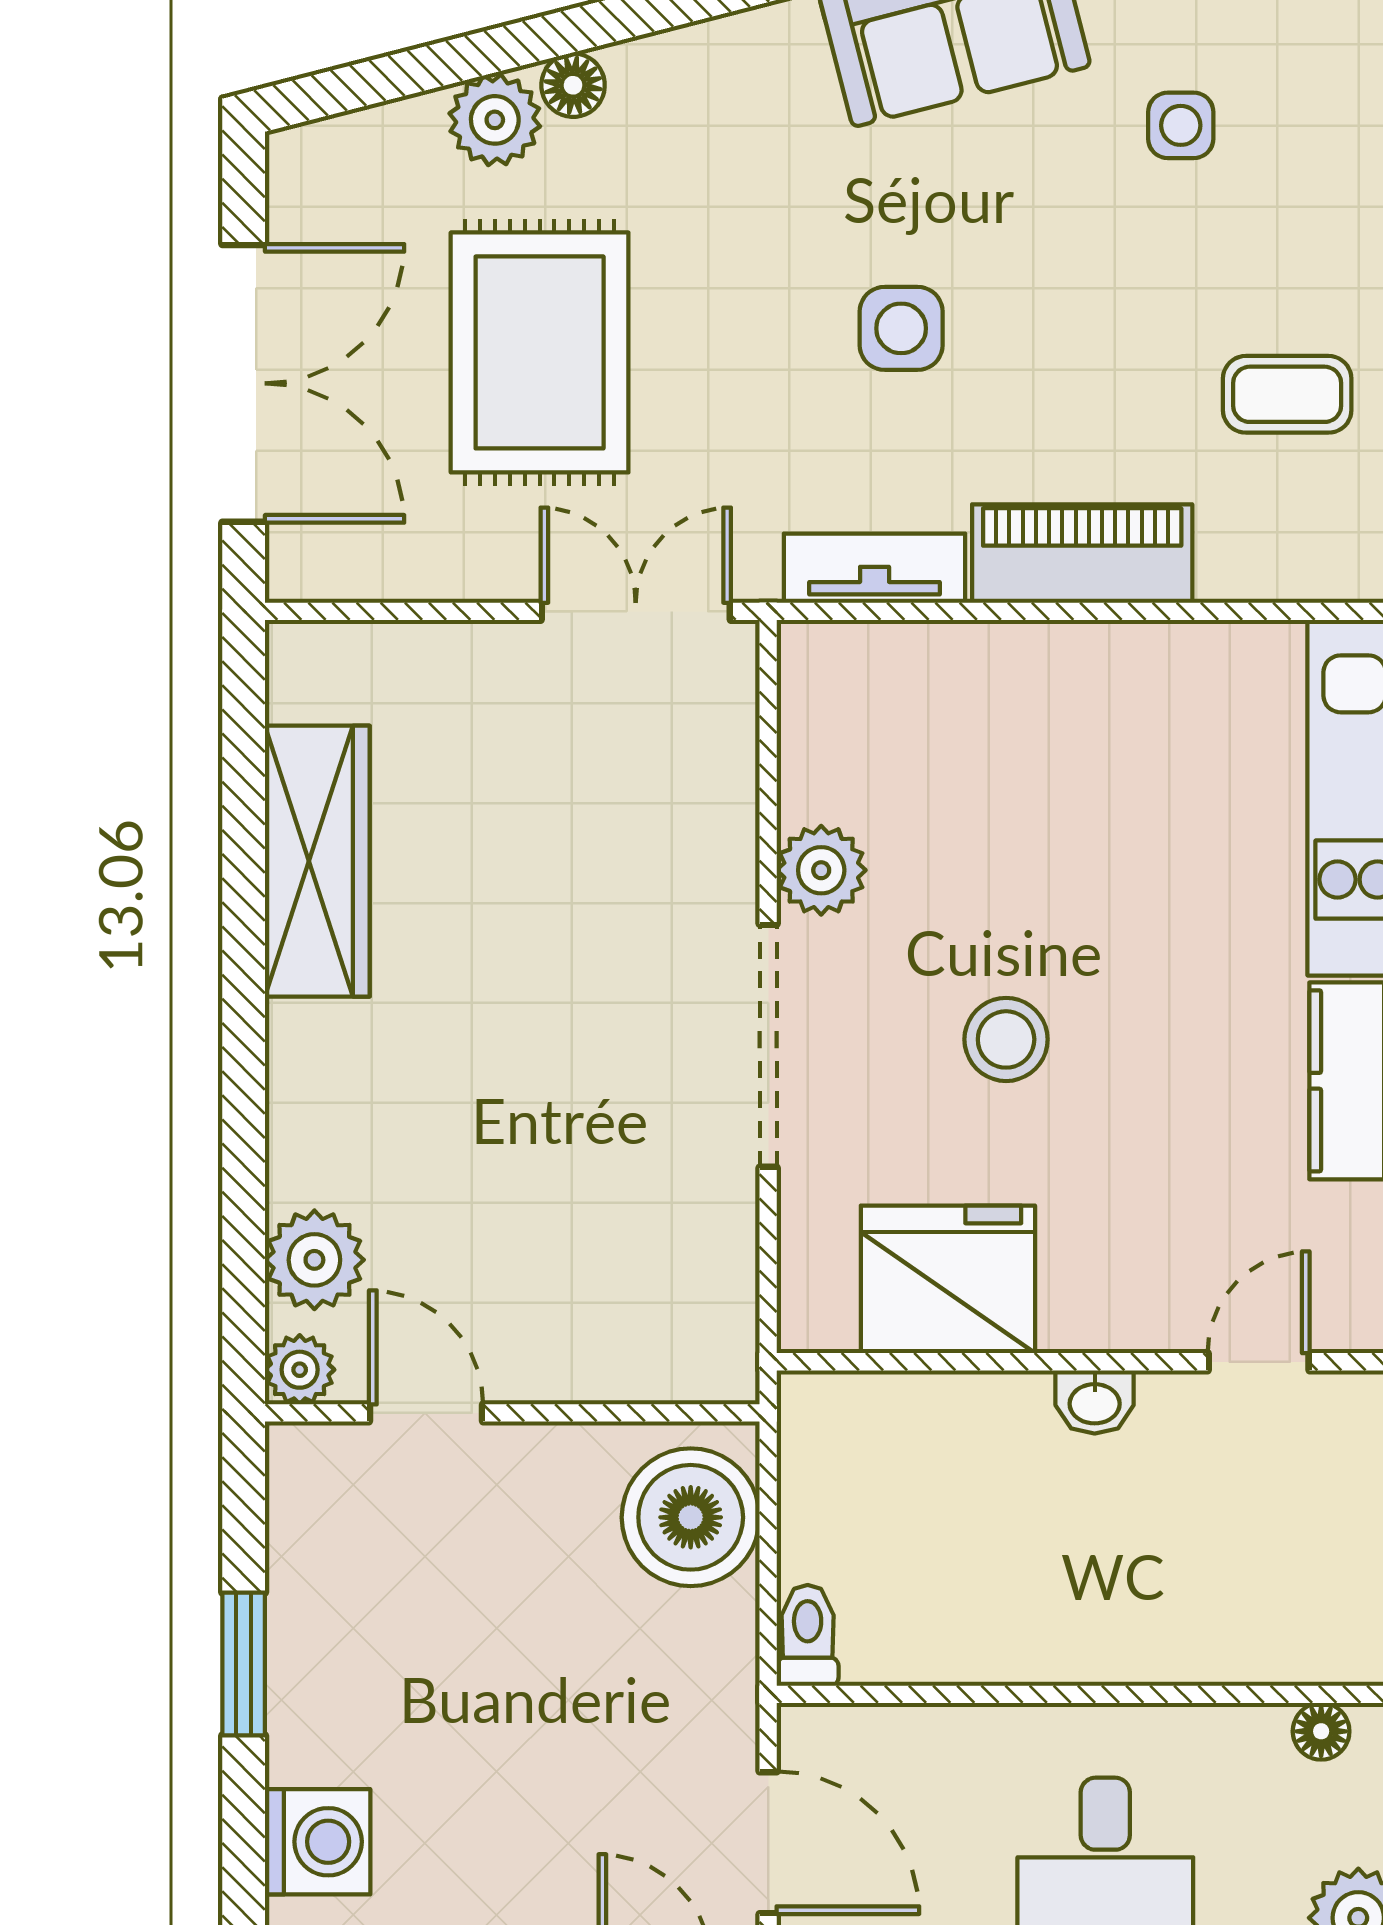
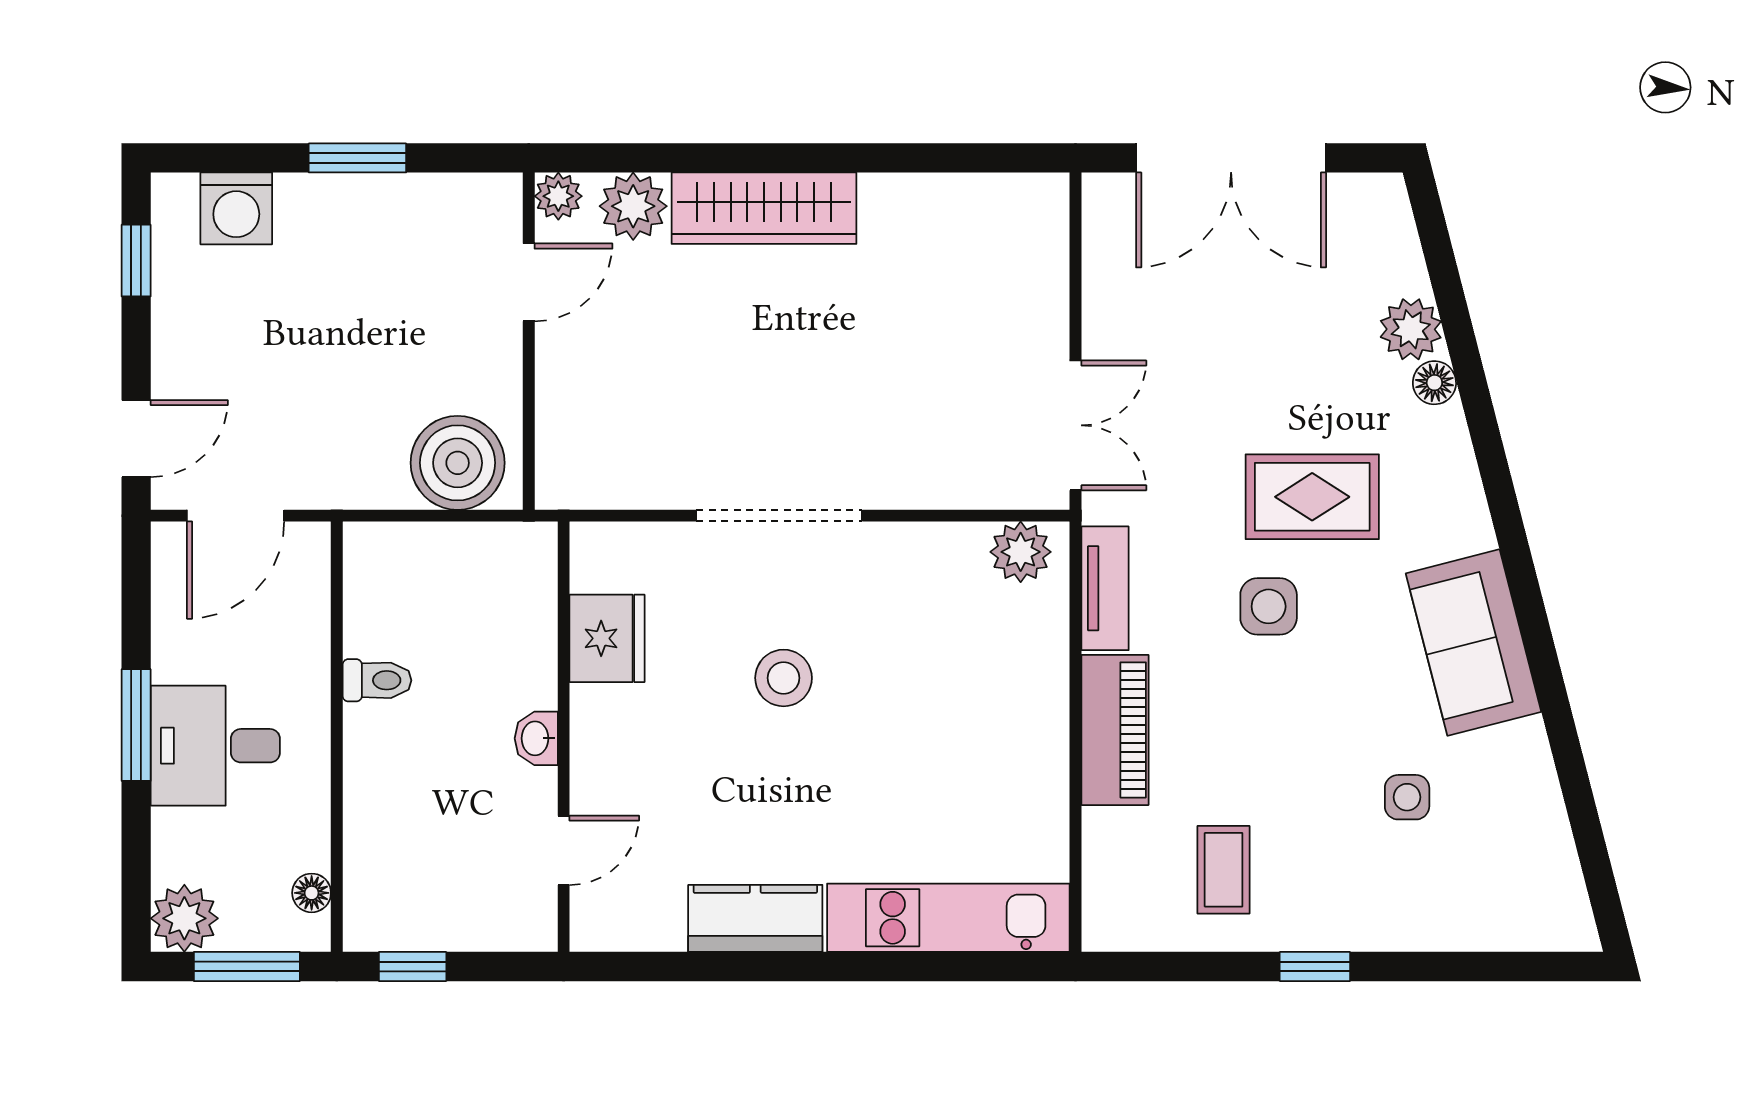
rug: (540, 352) -> (1312, 497), moved, width x0.73, depth x0.70
wardrobe: (317, 861) -> (764, 208), moved
plant: (821, 870) -> (1021, 552), moved
fridge: (948, 1279) -> (607, 638), width x0.73, depth x0.75
door: (1259, 1362) -> (564, 850), hinge flipped
toilet: (808, 1635) -> (377, 680), moved

